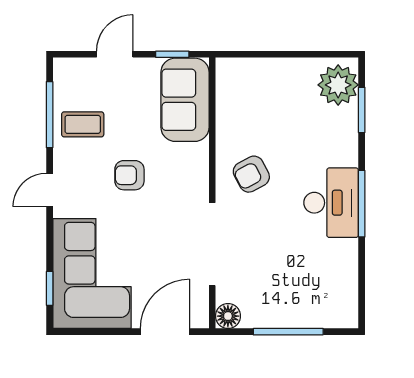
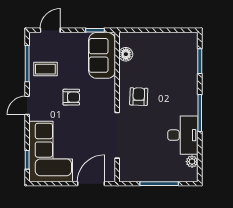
door: (115, 54) -> (50, 30), moved
plant: (338, 85) -> (192, 162), moved, width x0.53, depth x0.53
armchair: (251, 174) -> (139, 97), turned 120
armchair: (129, 175) -> (71, 97), turned 180
desk: (331, 203) -> (183, 135), moved
floor lamp: (228, 316) -> (126, 54), moved

